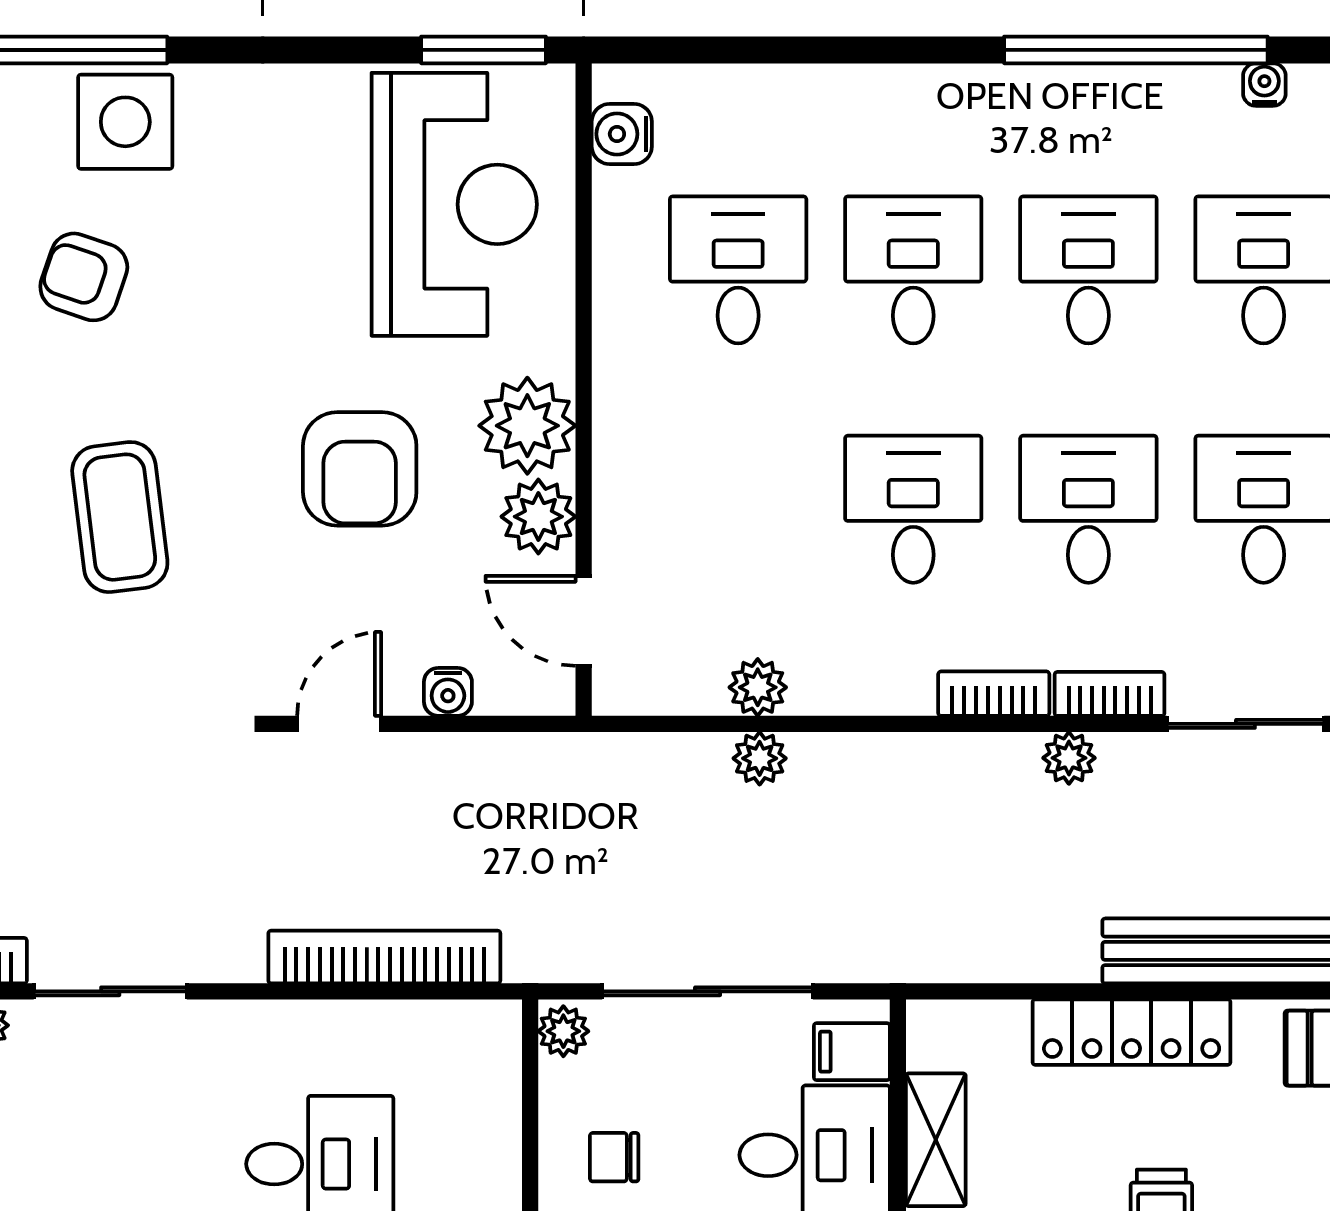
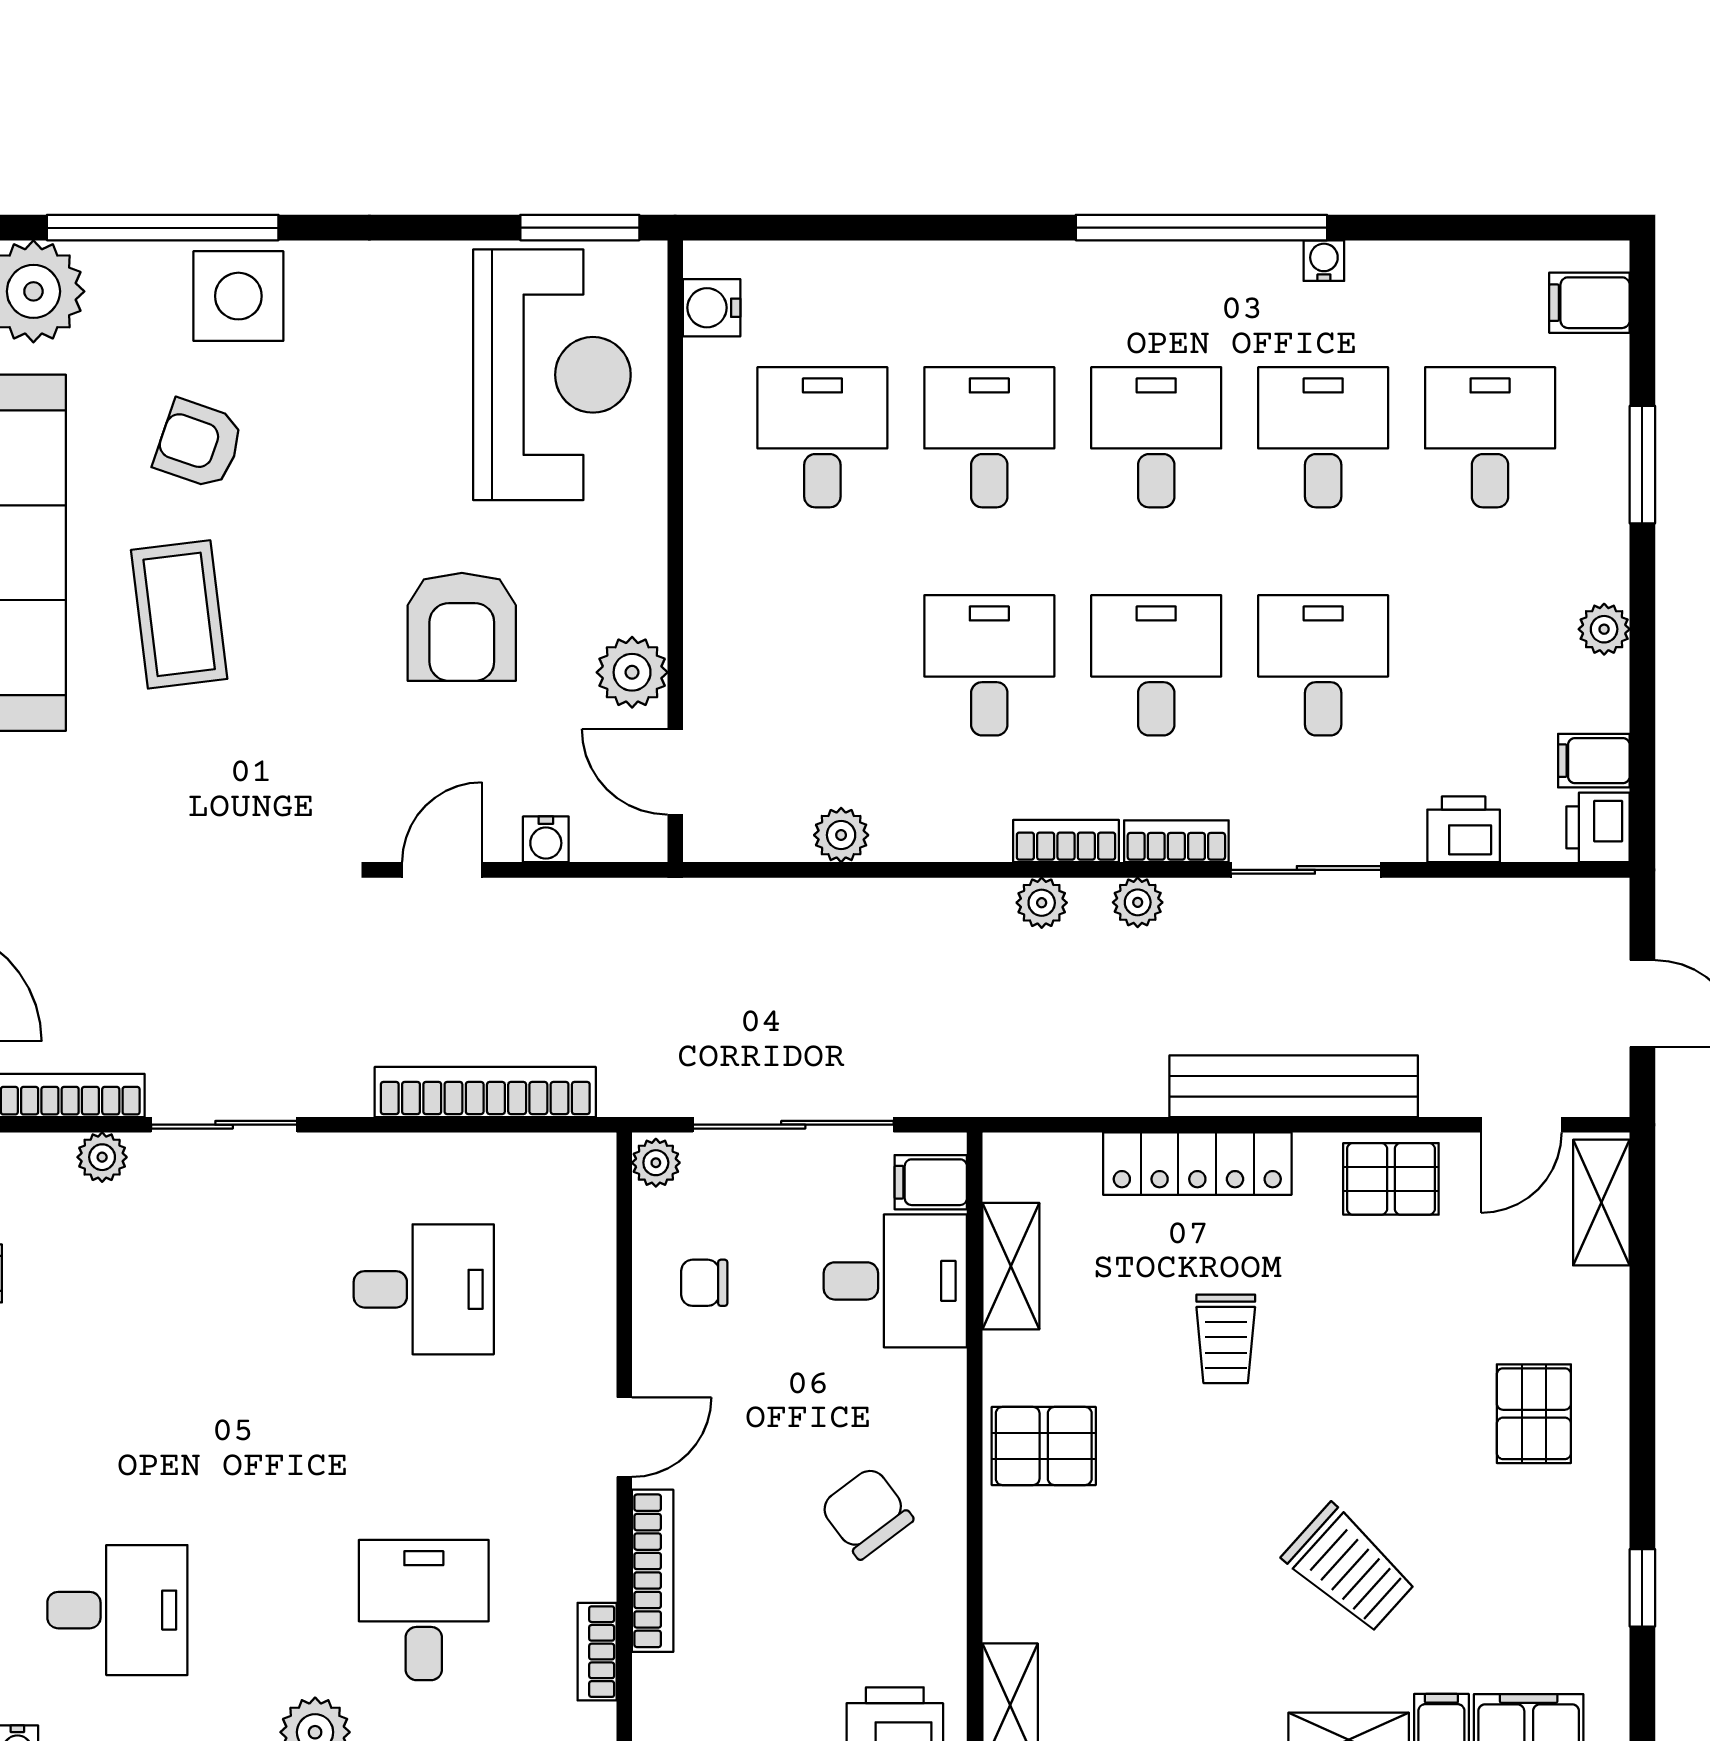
plant: (527, 426) -> (622, 586), removed
coffee table: (120, 517) -> (179, 614), moved
plant: (760, 758) -> (1042, 903), moved

